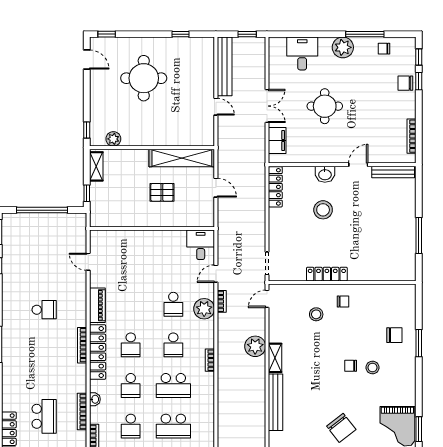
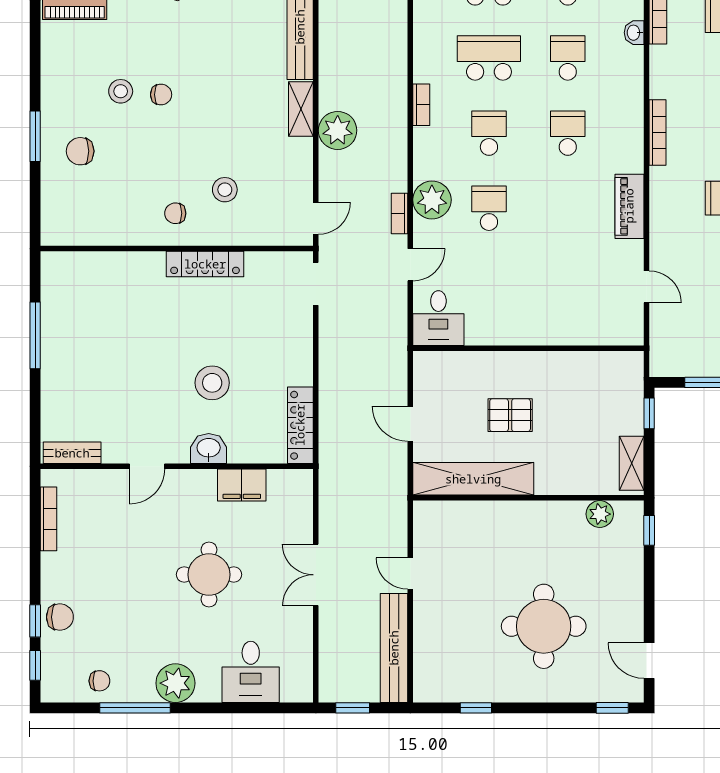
filing cabinet: (277, 141) -> (242, 485), moved, turned -90
bench: (393, 172) -> (72, 453), width x0.73
locker: (98, 352) -> (629, 120), removed

